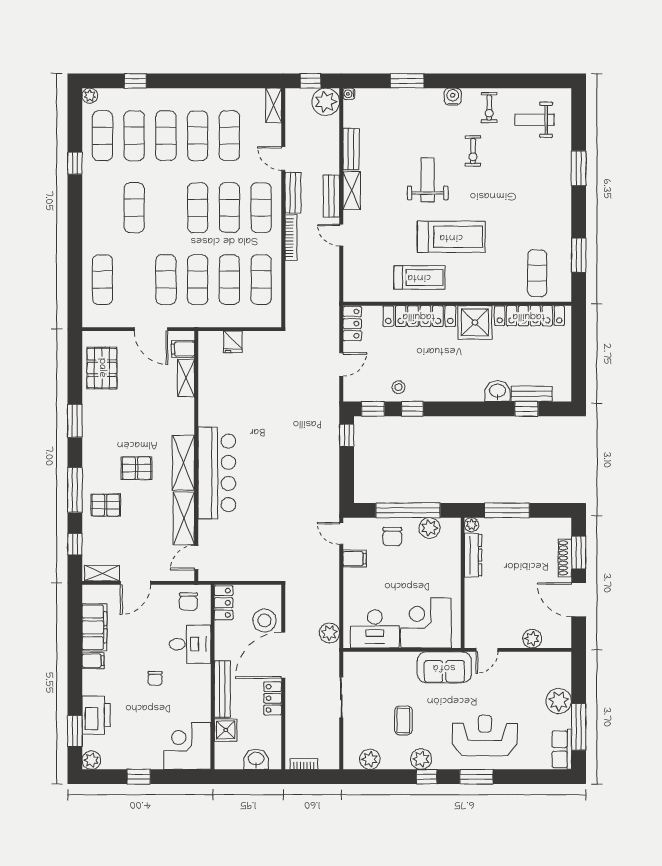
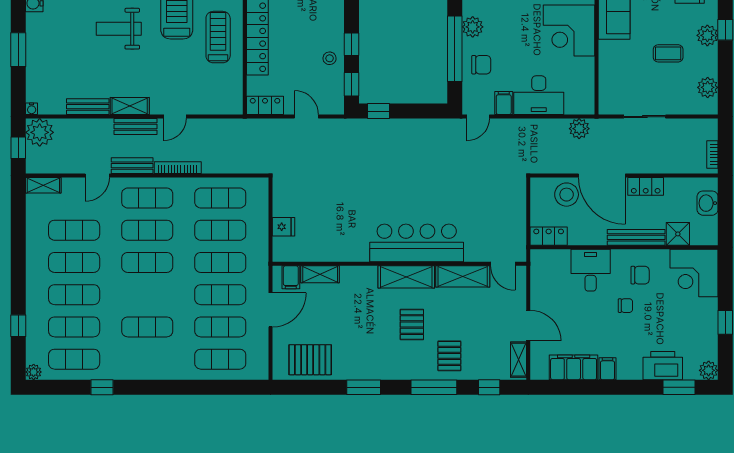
exercise mat: (134, 280) -> (220, 327), added
chair: (188, 601) -> (640, 275), moved
desk: (375, 629) -> (539, 95), moved, turned 90

